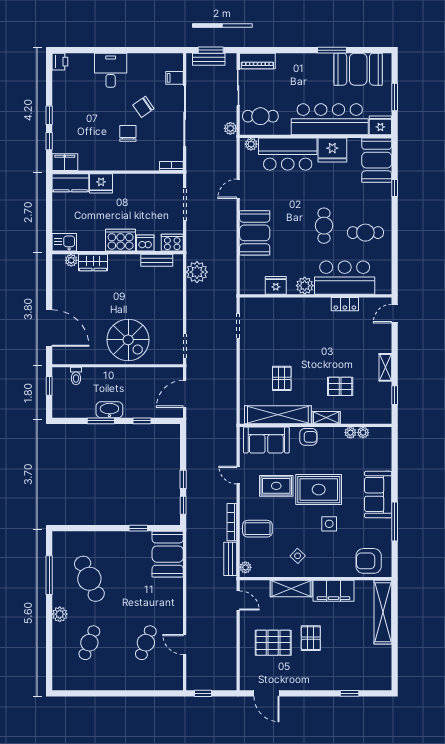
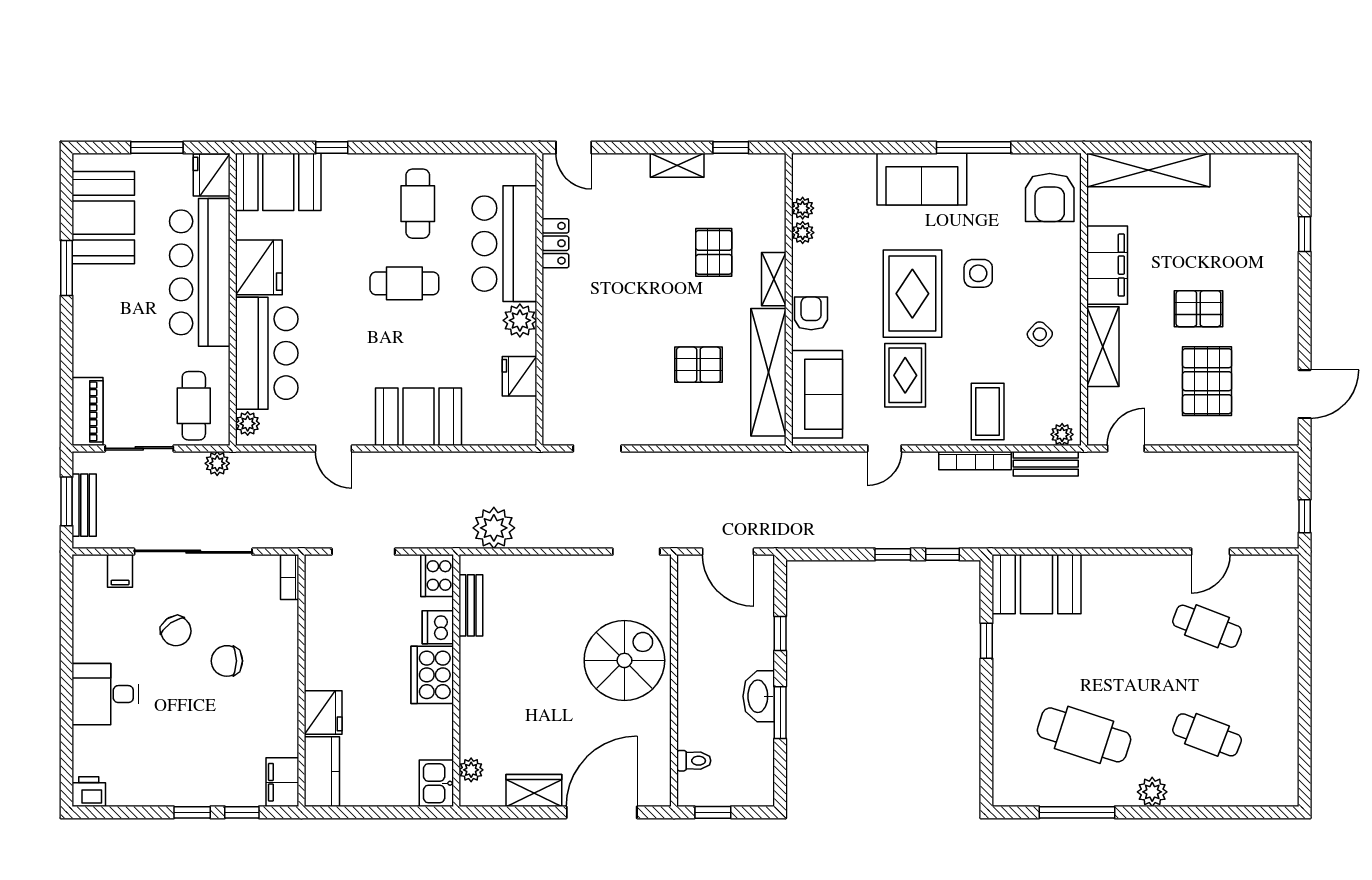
wardrobe: (93, 262) -> (534, 791), moved, turned -90
cafe table: (89, 579) -> (1084, 735), turned 42

